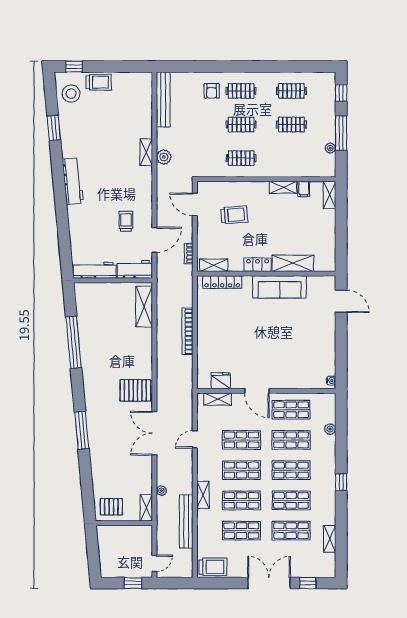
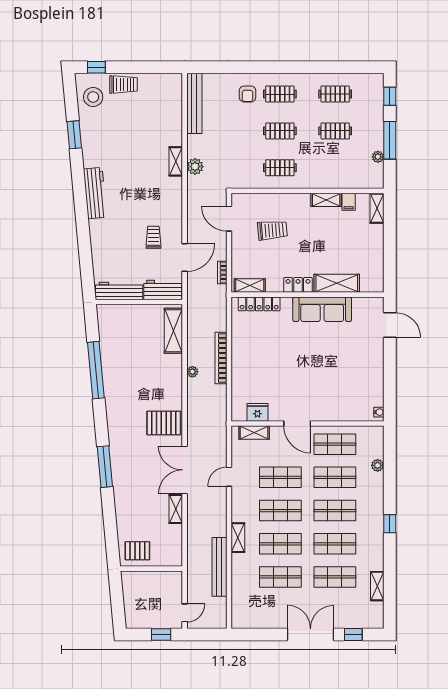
plant: (161, 491) -> (192, 372), moved
shelving: (146, 508) -> (176, 509), moved
trolley: (213, 567) -> (249, 617), removed

